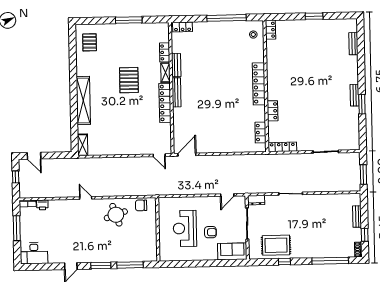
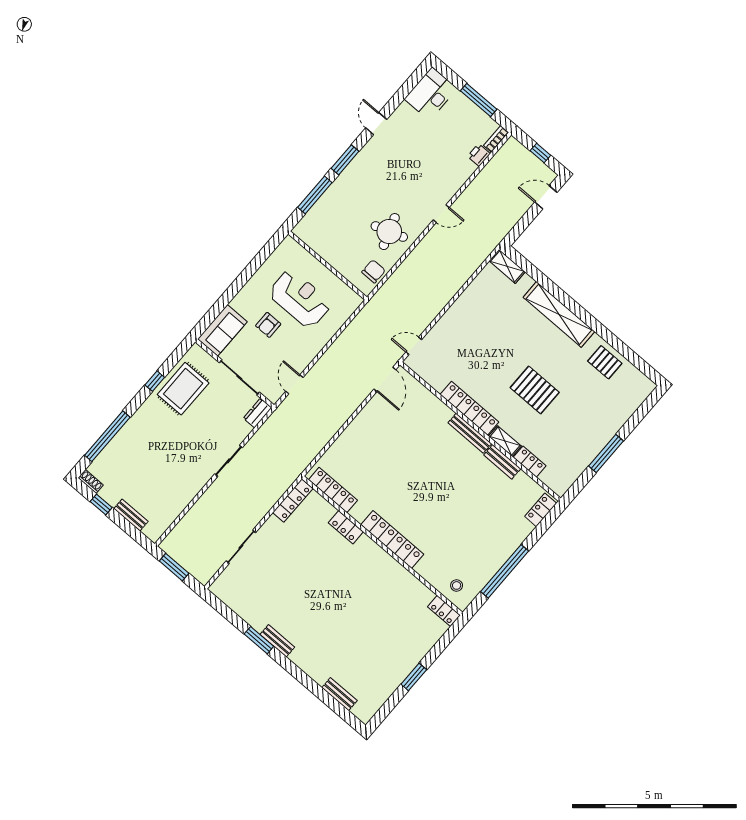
pallet: (90, 42) -> (605, 362), moved
locker: (261, 133) -> (333, 490), width x1.53

